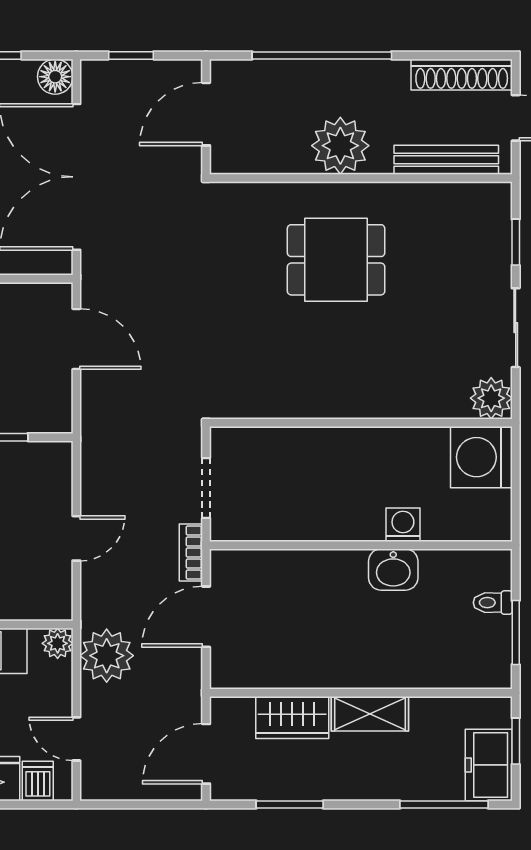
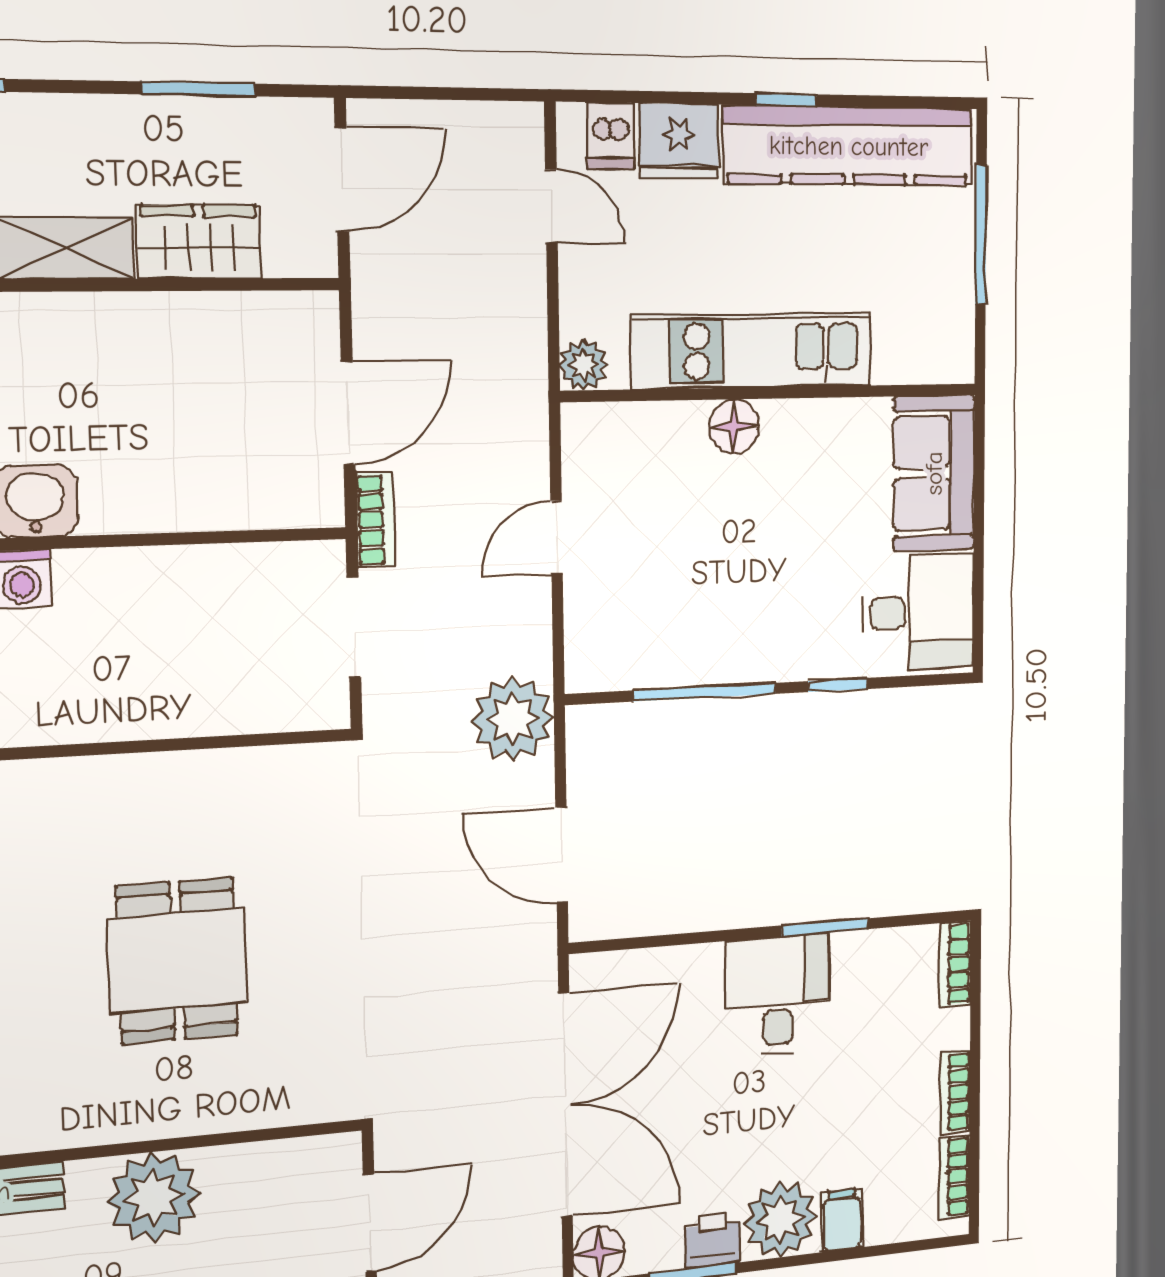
dining table: (336, 260) -> (177, 961), moved, turned 90
plant: (107, 656) -> (513, 719), moved

